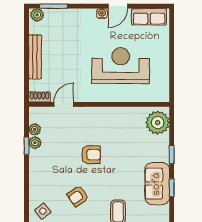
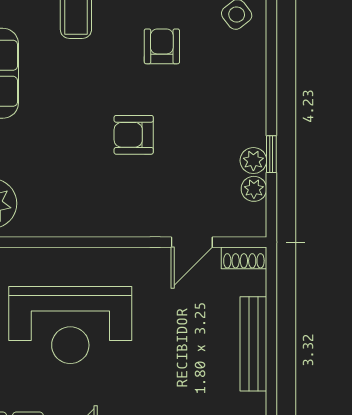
armchair: (78, 196) -> (162, 46), turned -55

